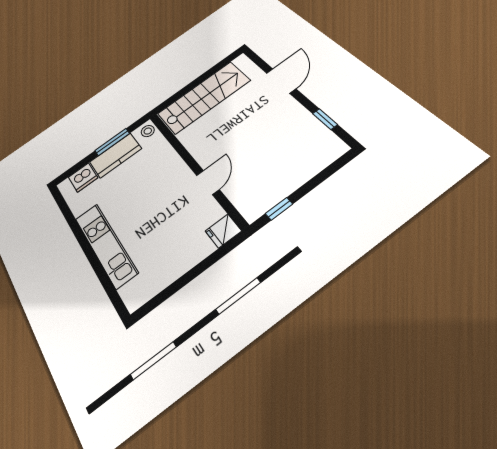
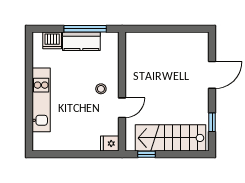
stairs: (204, 97) -> (170, 138), moved, turned 180
stool: (148, 131) -> (101, 89), moved
window: (112, 142) -> (85, 29), width x1.44

